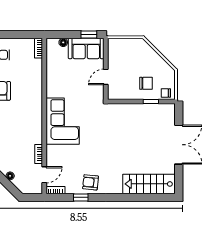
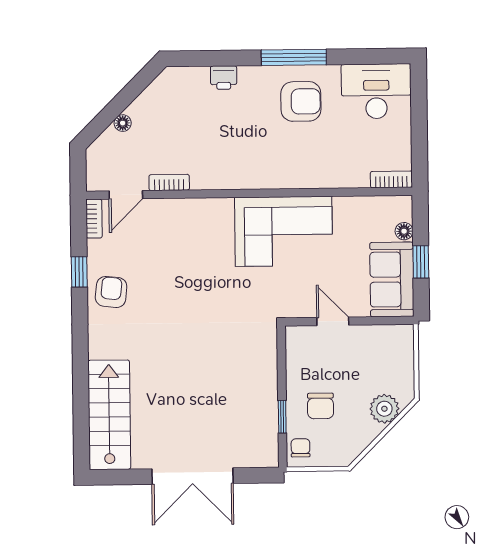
window: (89, 35) -> (421, 262), moved
plant: (148, 53) -> (384, 409), added
corner sofa: (63, 121) -> (284, 231), moved
door: (44, 175) -> (126, 195), hinge flipped

